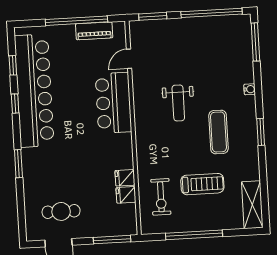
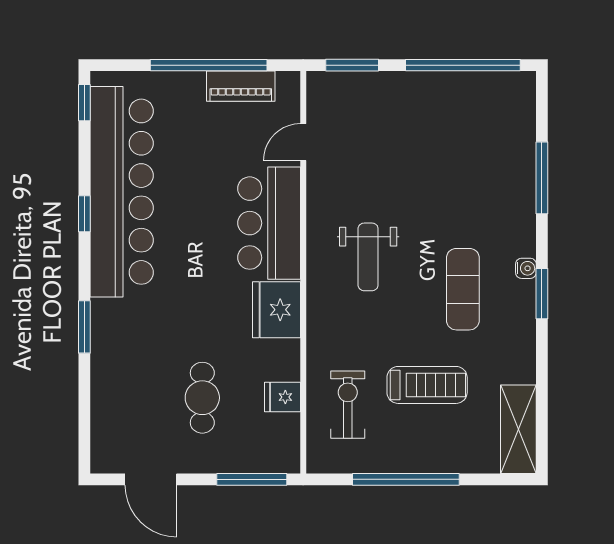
window: (255, 42) -> (542, 178), moved
window: (13, 65) -> (84, 103), moved
water cooler: (250, 89) -> (526, 268), moved
weight bench: (178, 103) -> (368, 257), moved
fridge: (125, 178) -> (276, 310), moved, width x1.88, depth x1.34
exercise bike: (161, 197) -> (348, 405), turned 180
cafe table: (61, 211) -> (202, 398), moved, turned 90

